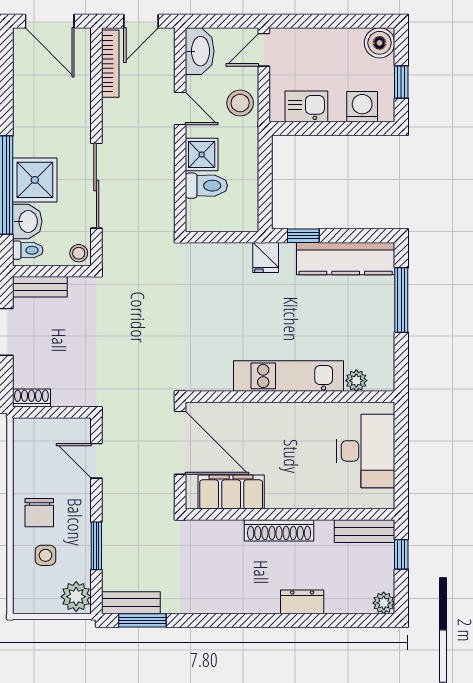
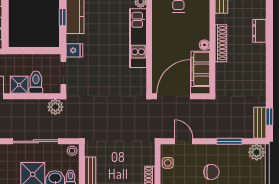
plant: (160, 222) -> (55, 107), added
window: (303, 236) -> (63, 17), moved
doorway: (223, 237) -> (63, 73), added
door: (96, 461) -> (184, 141), swing flipped
floor lamp: (276, 500) -> (204, 45), added
side table: (46, 555) -> (168, 163), moved
window: (142, 620) -> (269, 117), width x0.67

